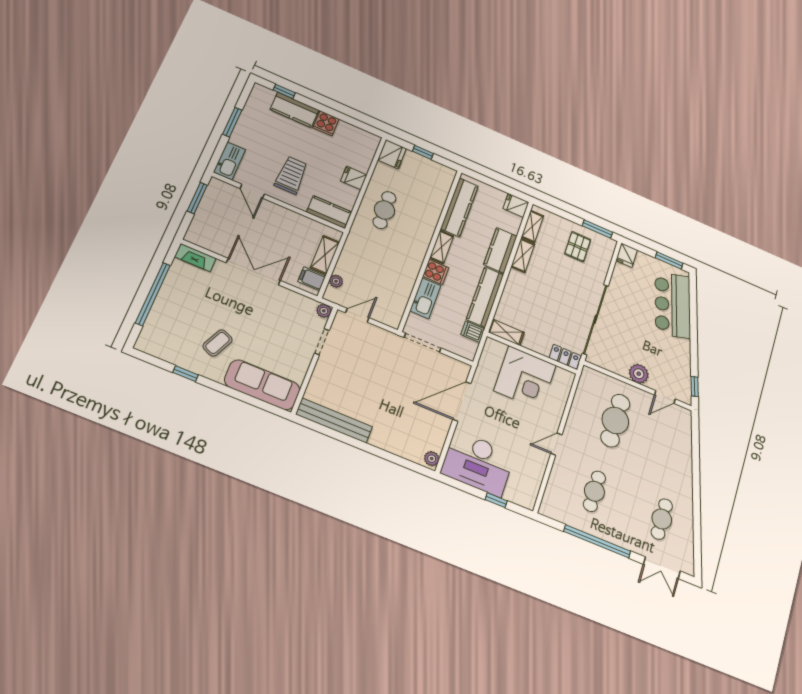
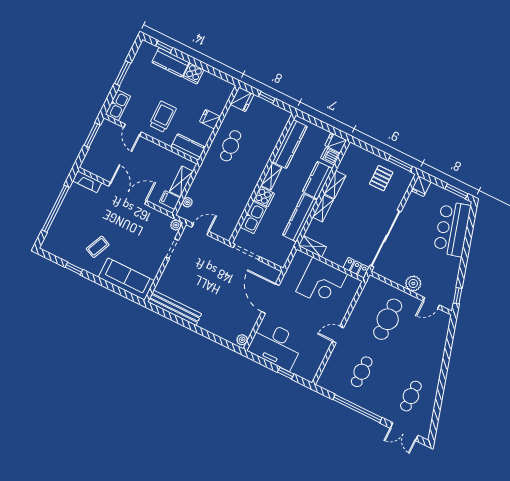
shelving: (532, 226) -> (323, 208), moved
dishwasher: (473, 332) -> (330, 156), moved
door: (462, 401) -> (270, 298), hinge flipped

